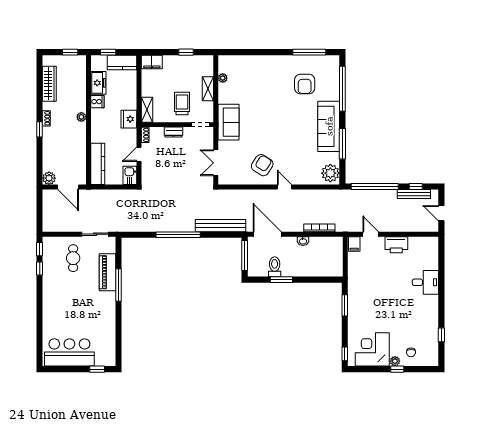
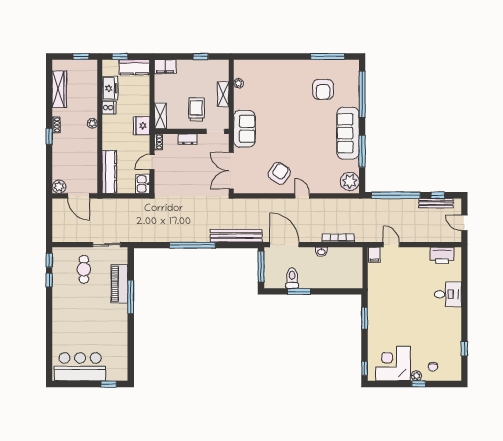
double door: (216, 163) -> (231, 171), width x1.37
printer: (396, 245) -> (442, 255), moved

